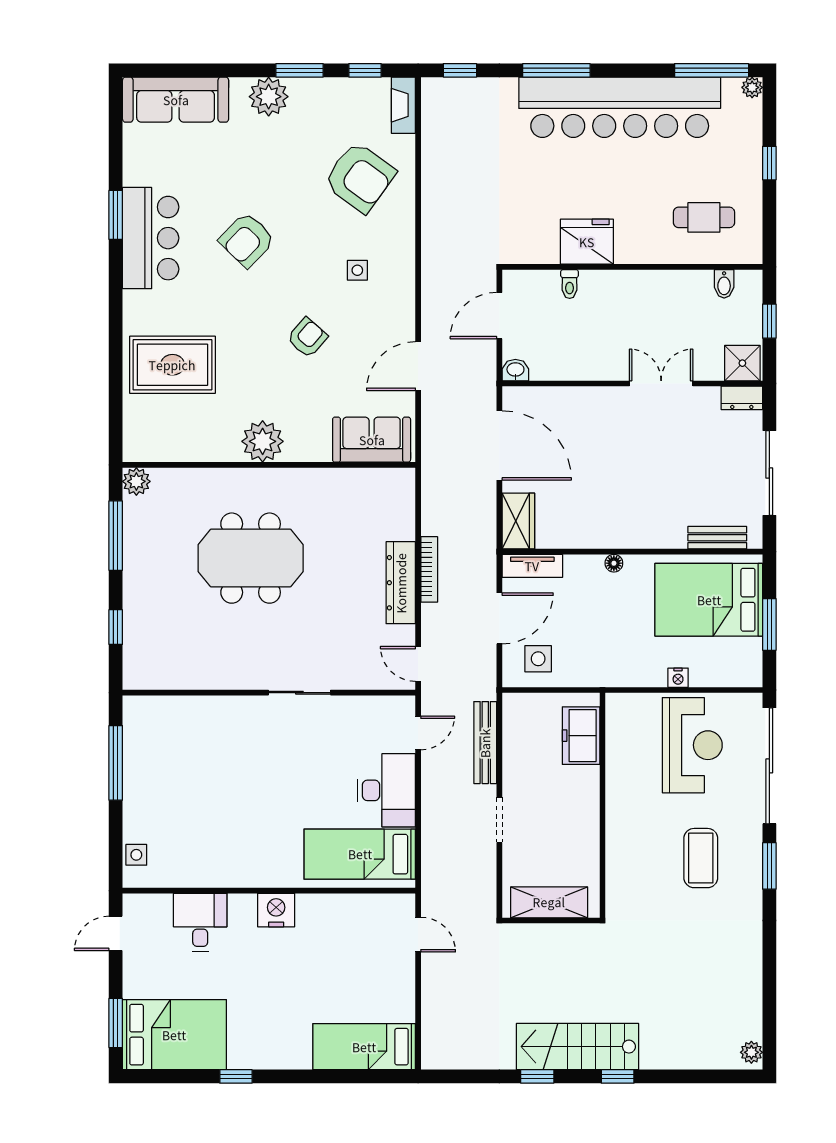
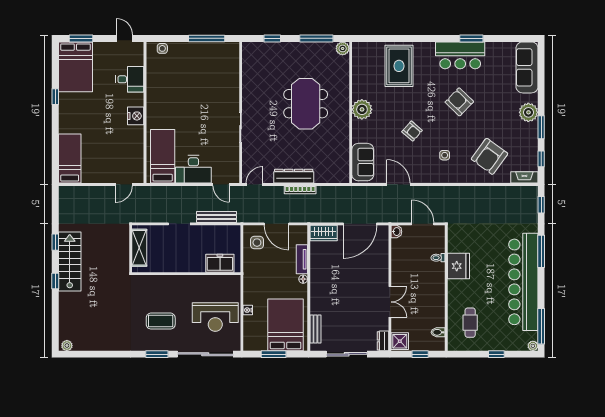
tv unit: (532, 566) -> (302, 259), moved

